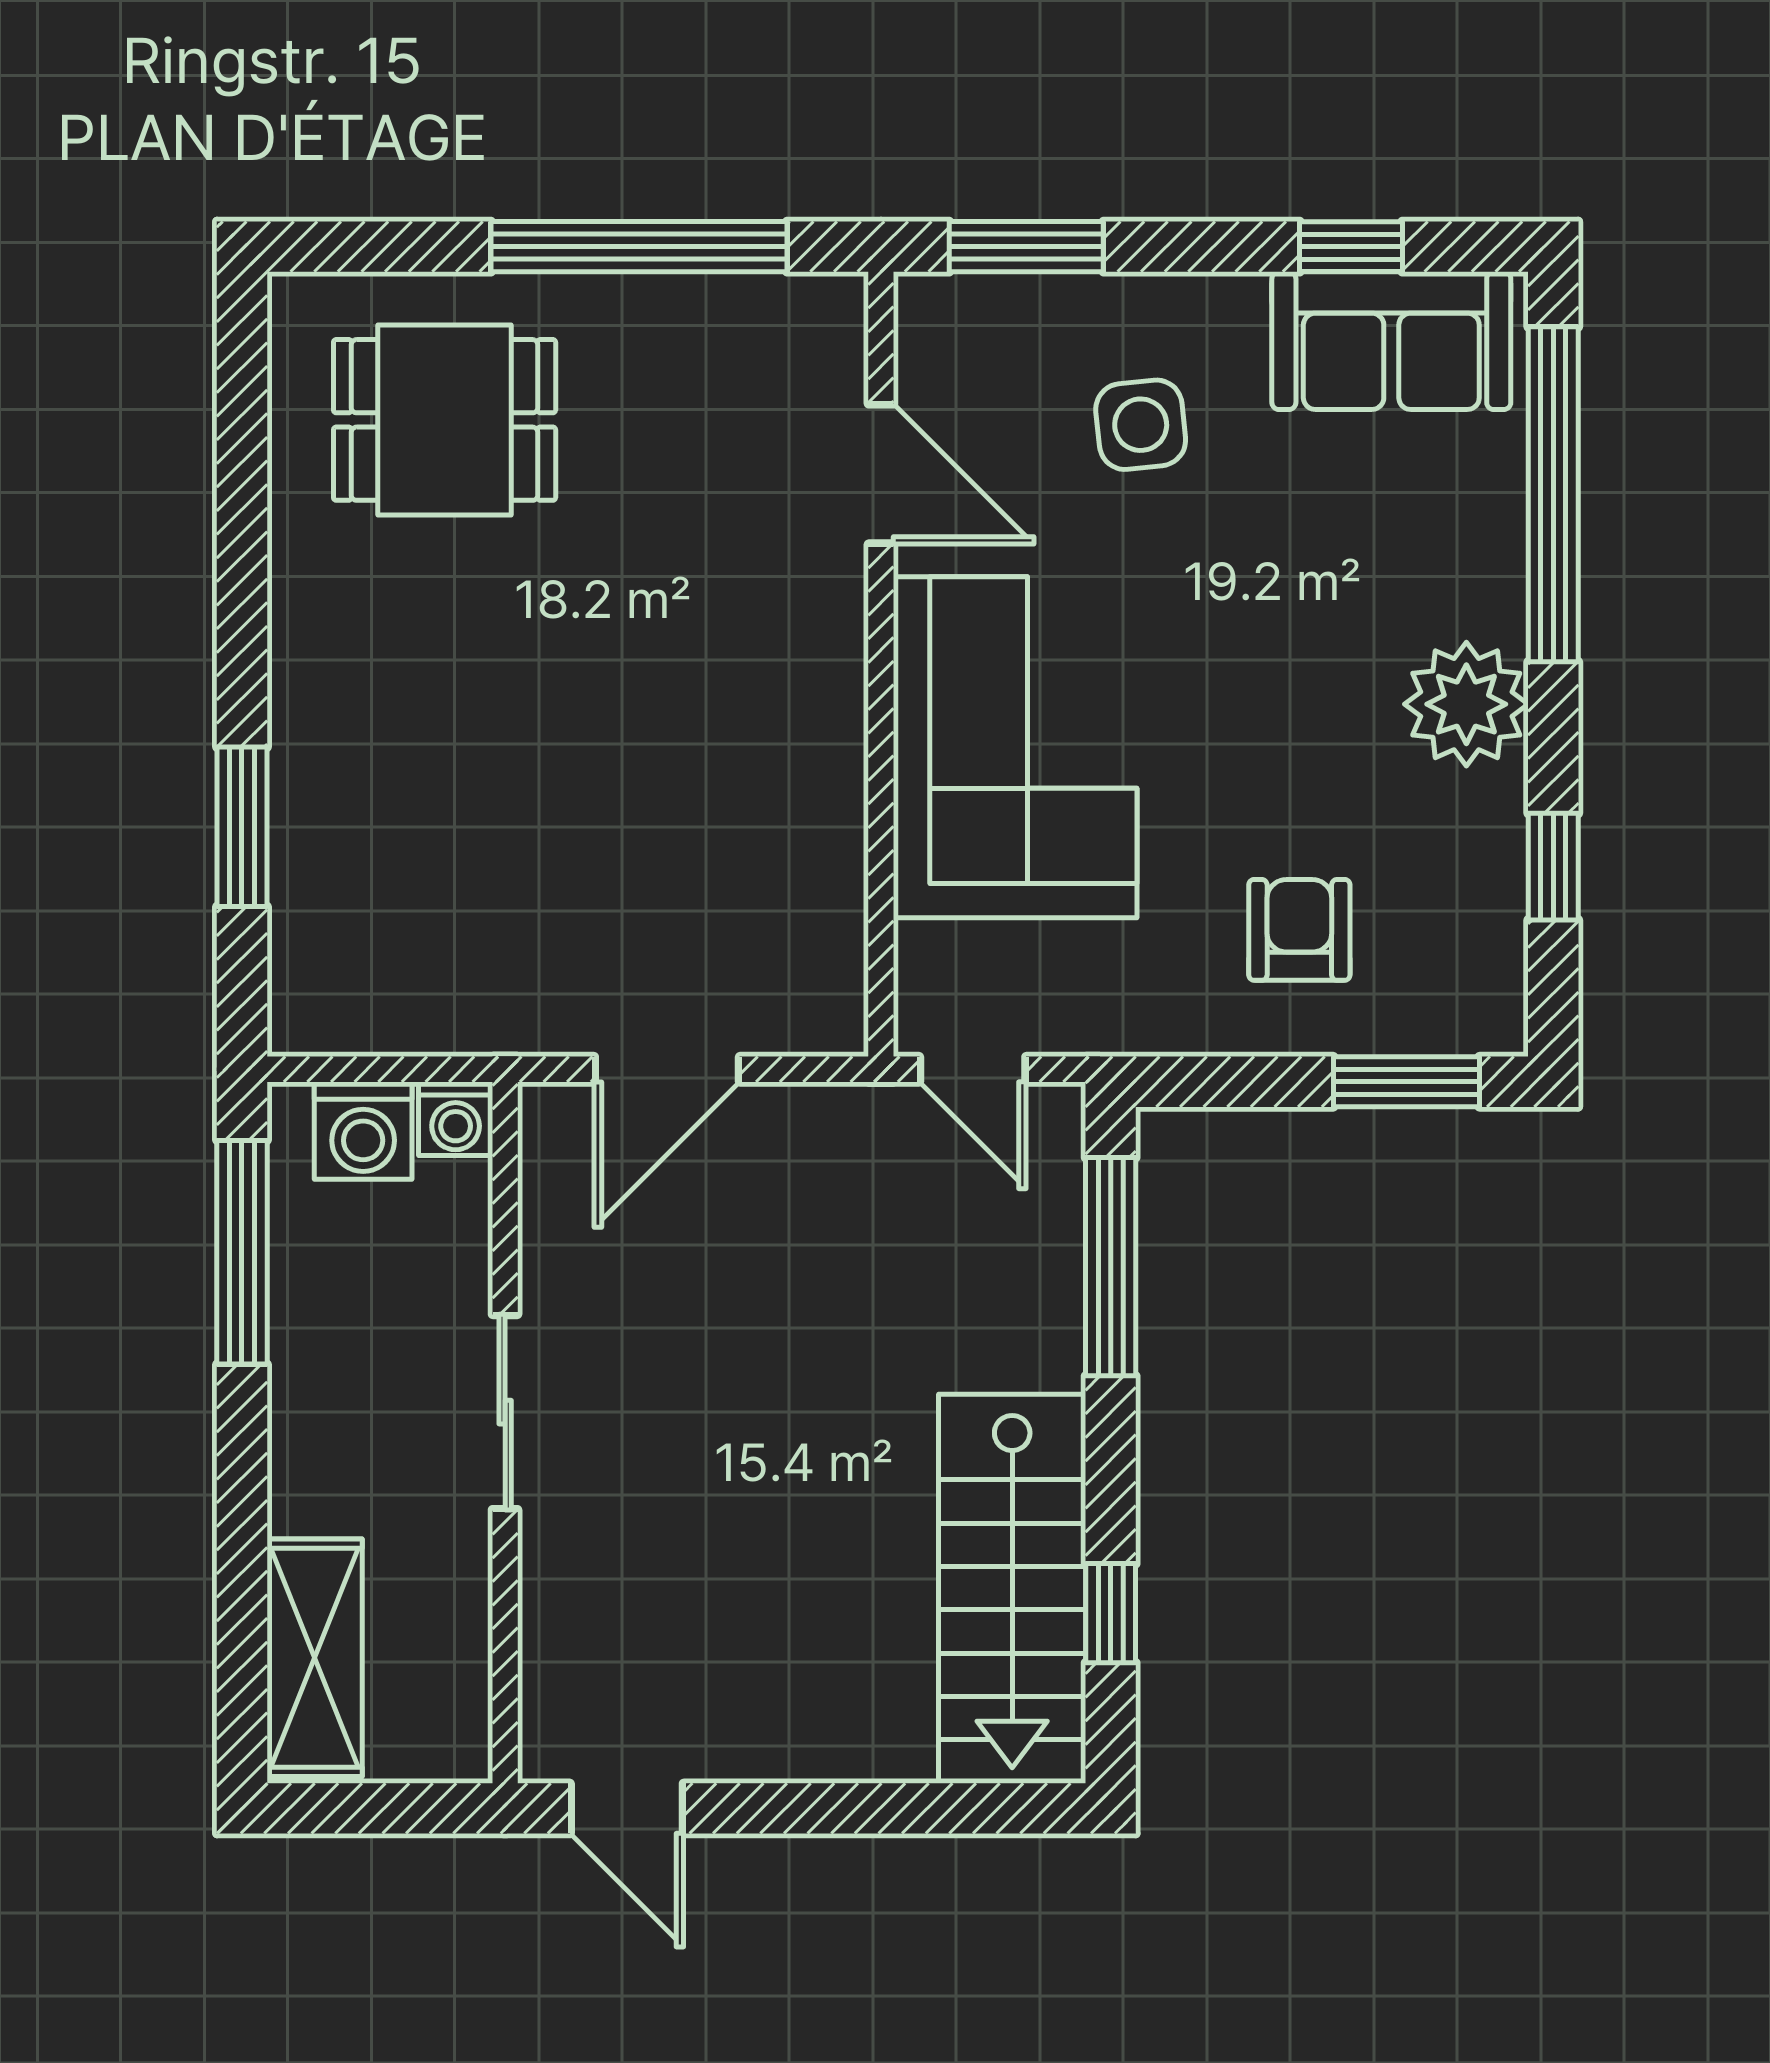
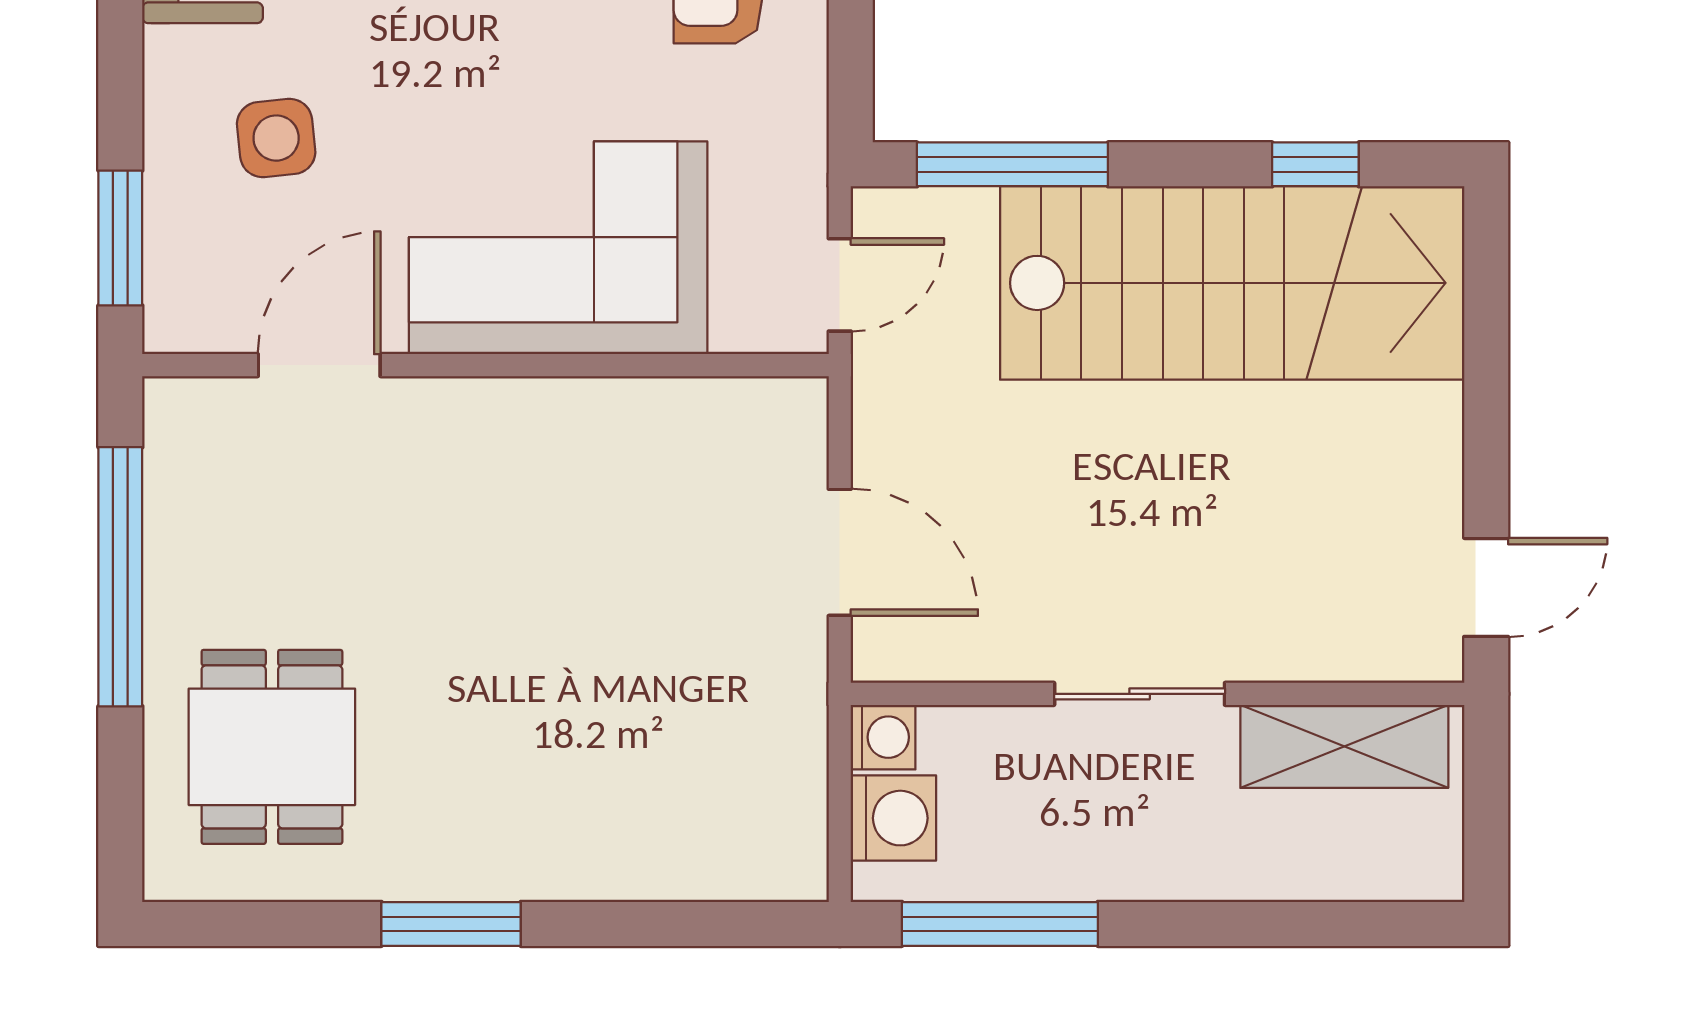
window: (242, 827) -> (451, 924), moved
stairs: (1012, 1589) -> (1232, 283), width x1.36, depth x1.51
shelving: (315, 1658) -> (1344, 746), moved

